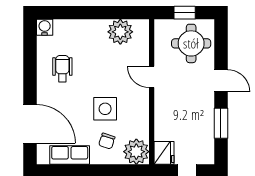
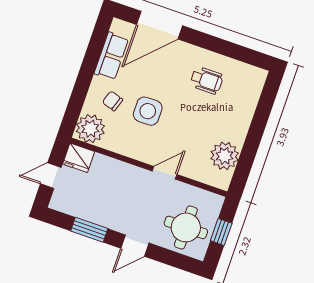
water cooler: (45, 27) -> (257, 77), removed

